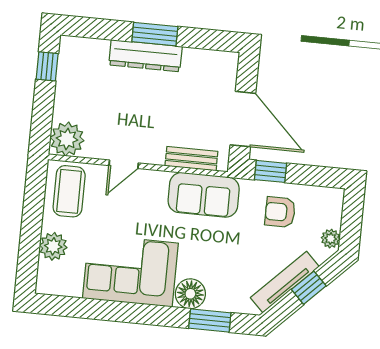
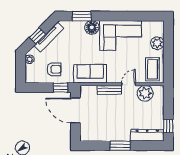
dresser: (145, 56) -> (147, 135), moved
plant: (67, 139) -> (145, 93), moved
bench: (191, 159) -> (109, 90), moved

